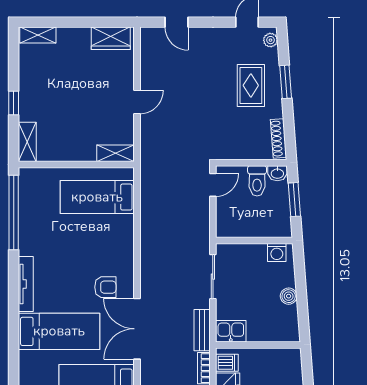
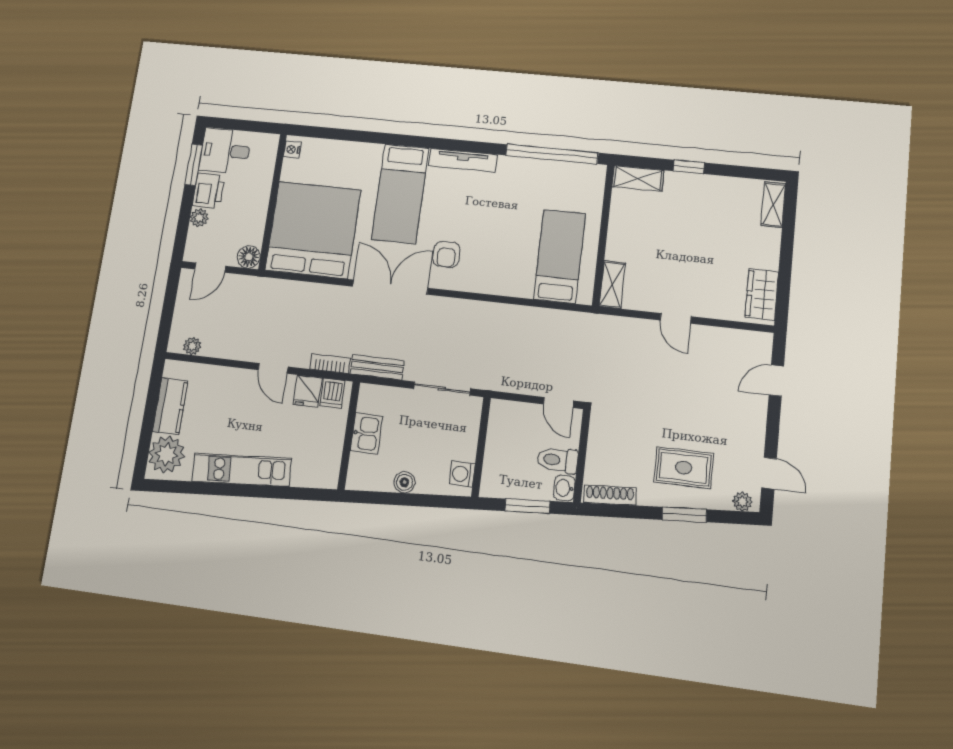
kitchen sink: (231, 331) -> (366, 433), moved

